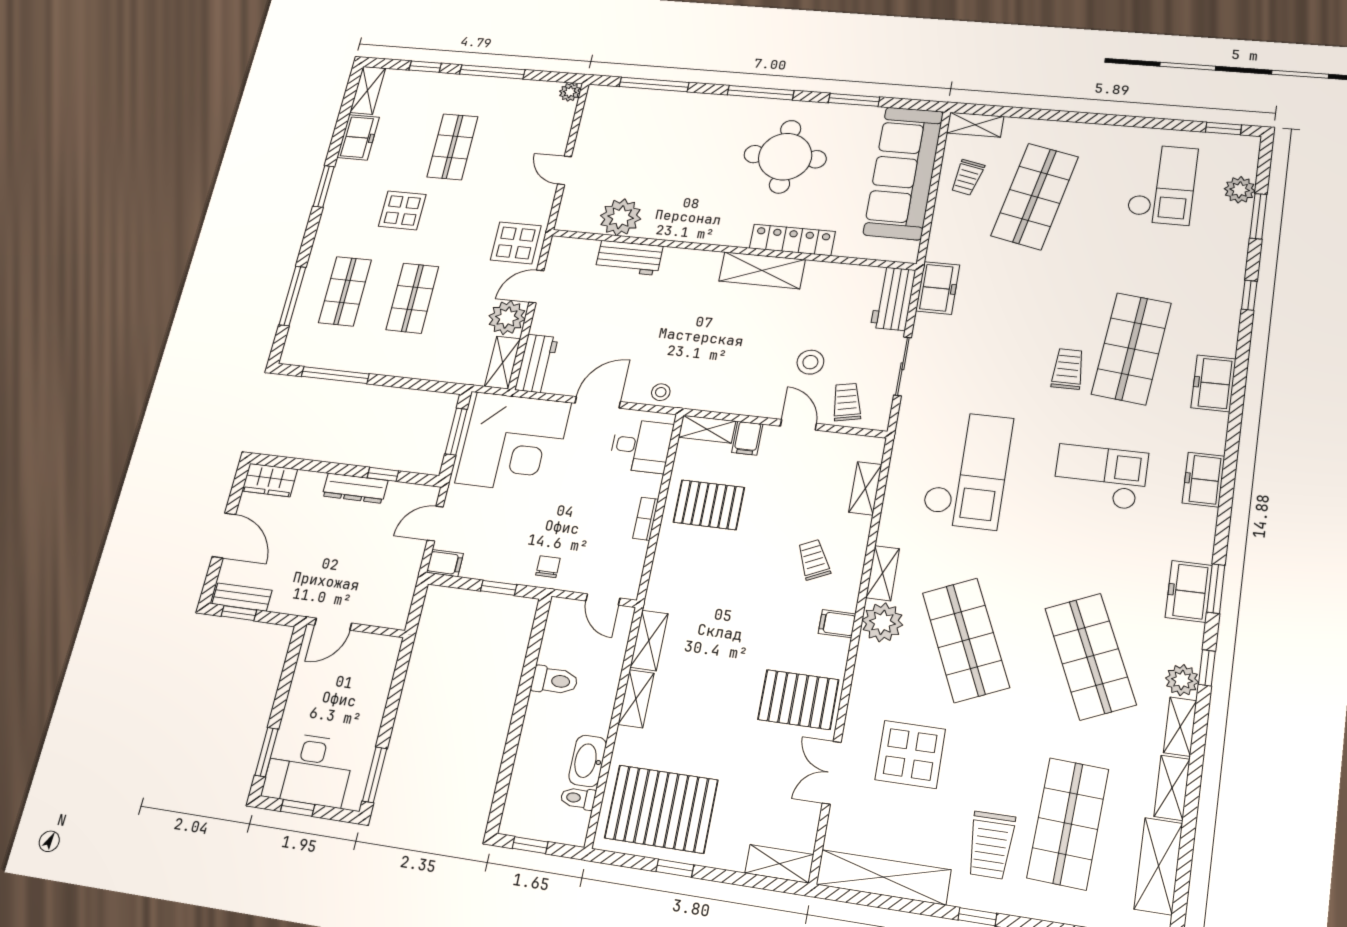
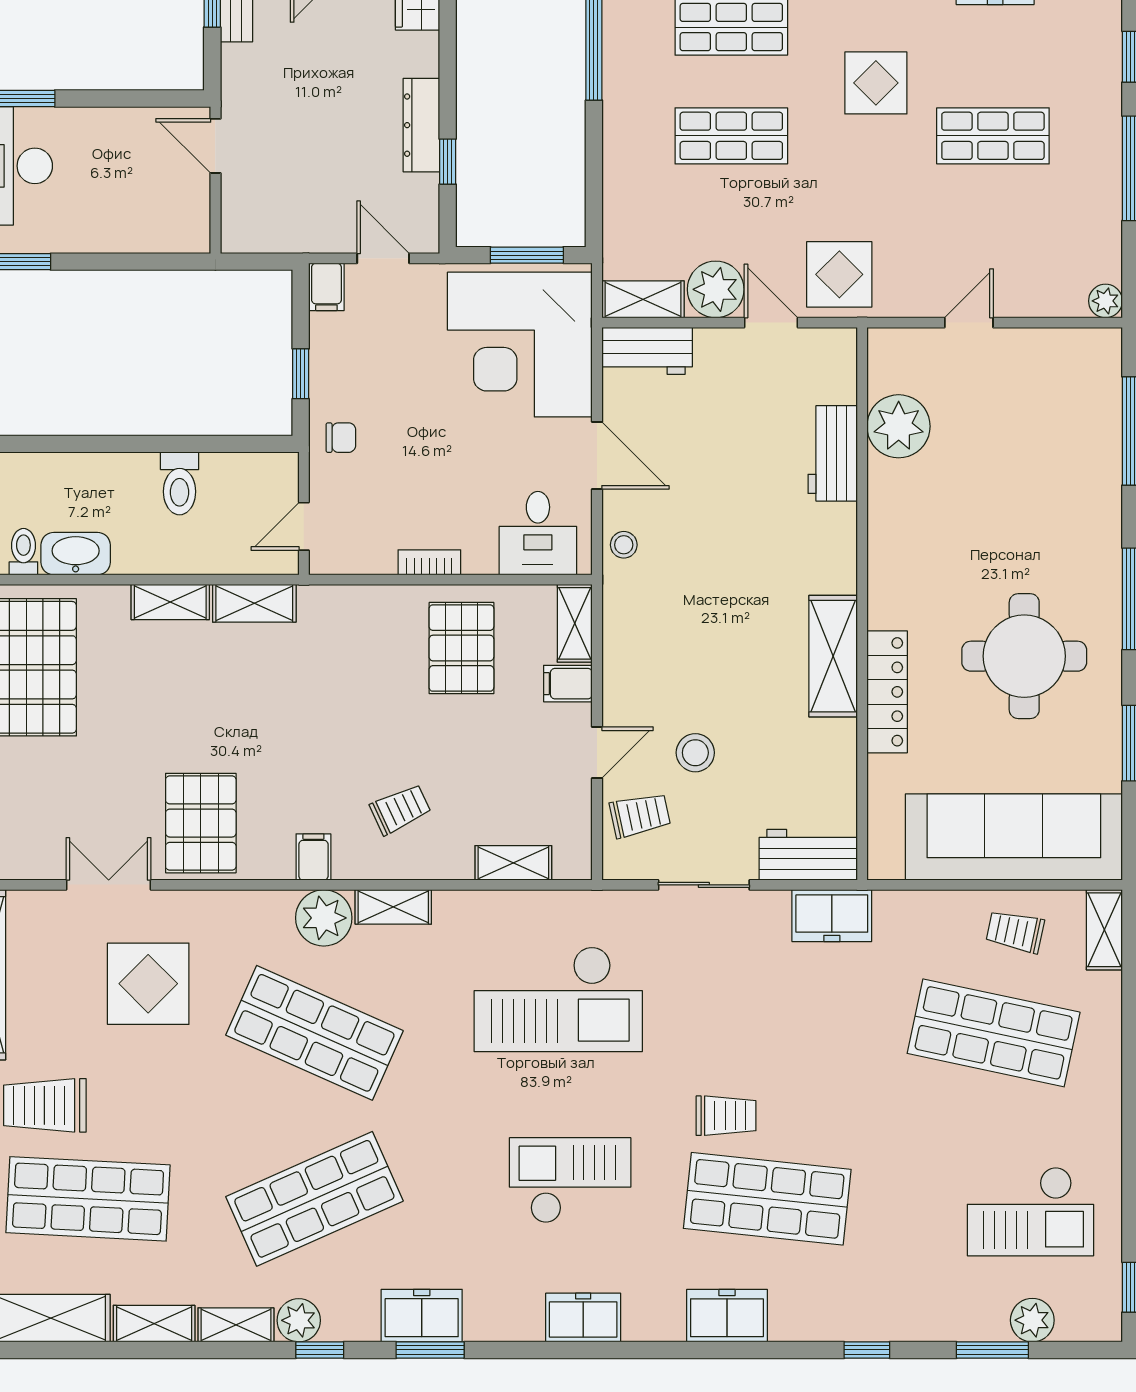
checkout: (1100, 477) -> (570, 1180), turned -90
shop shelf: (966, 640) -> (314, 1033), turned 48

